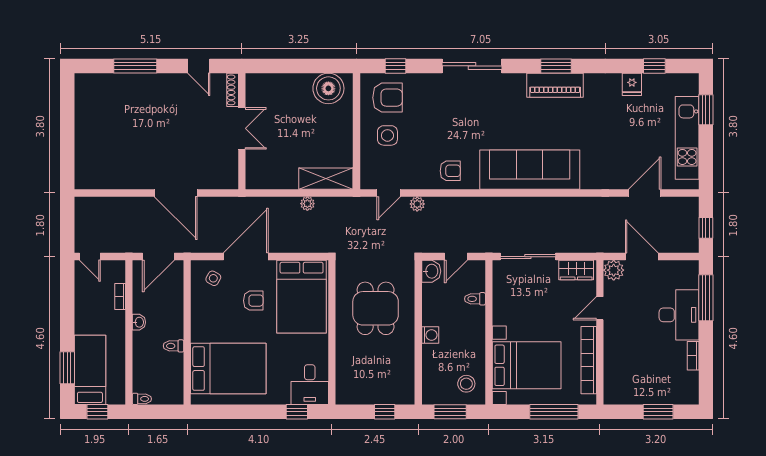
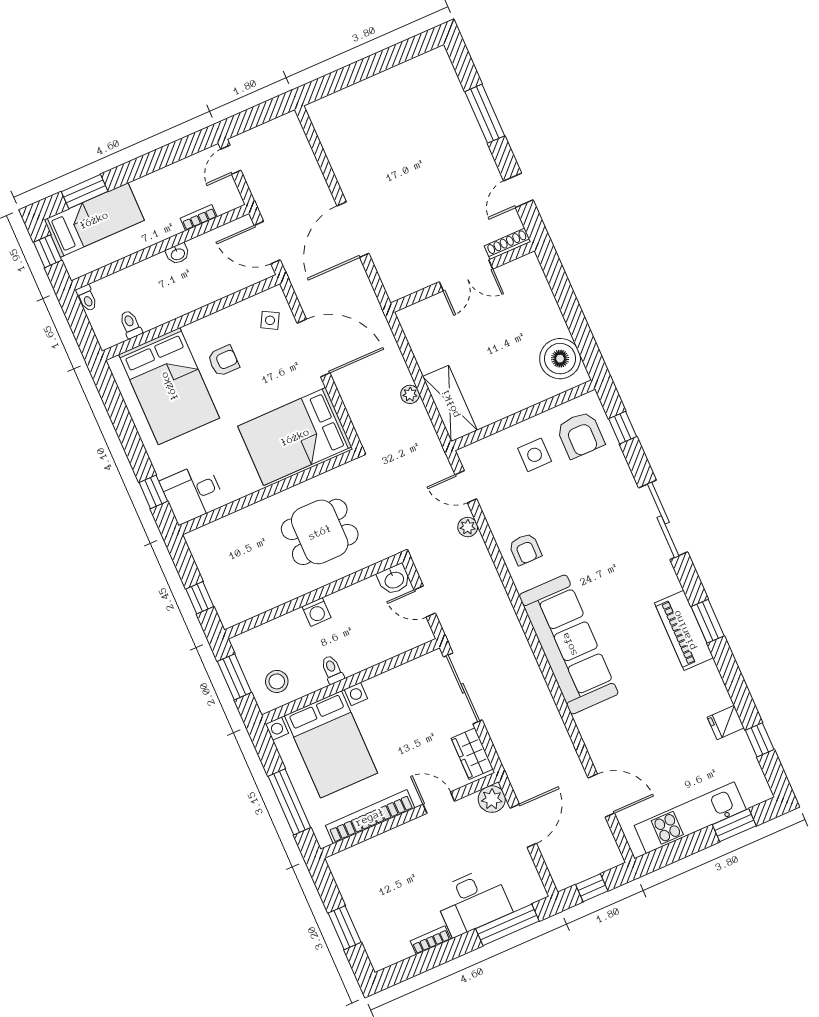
toilet: (475, 299) -> (332, 670), moved
armchair: (253, 301) -> (223, 361), moved, turned -90
toilet: (174, 346) -> (131, 324), moved

